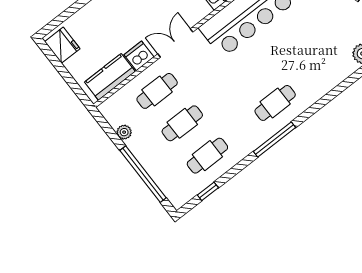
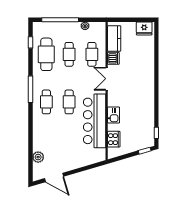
double door: (175, 43) -> (107, 79), swing flipped
cafe table: (250, 71) -> (69, 102), added
cafe table: (207, 156) -> (46, 54), width x1.37, depth x1.35

